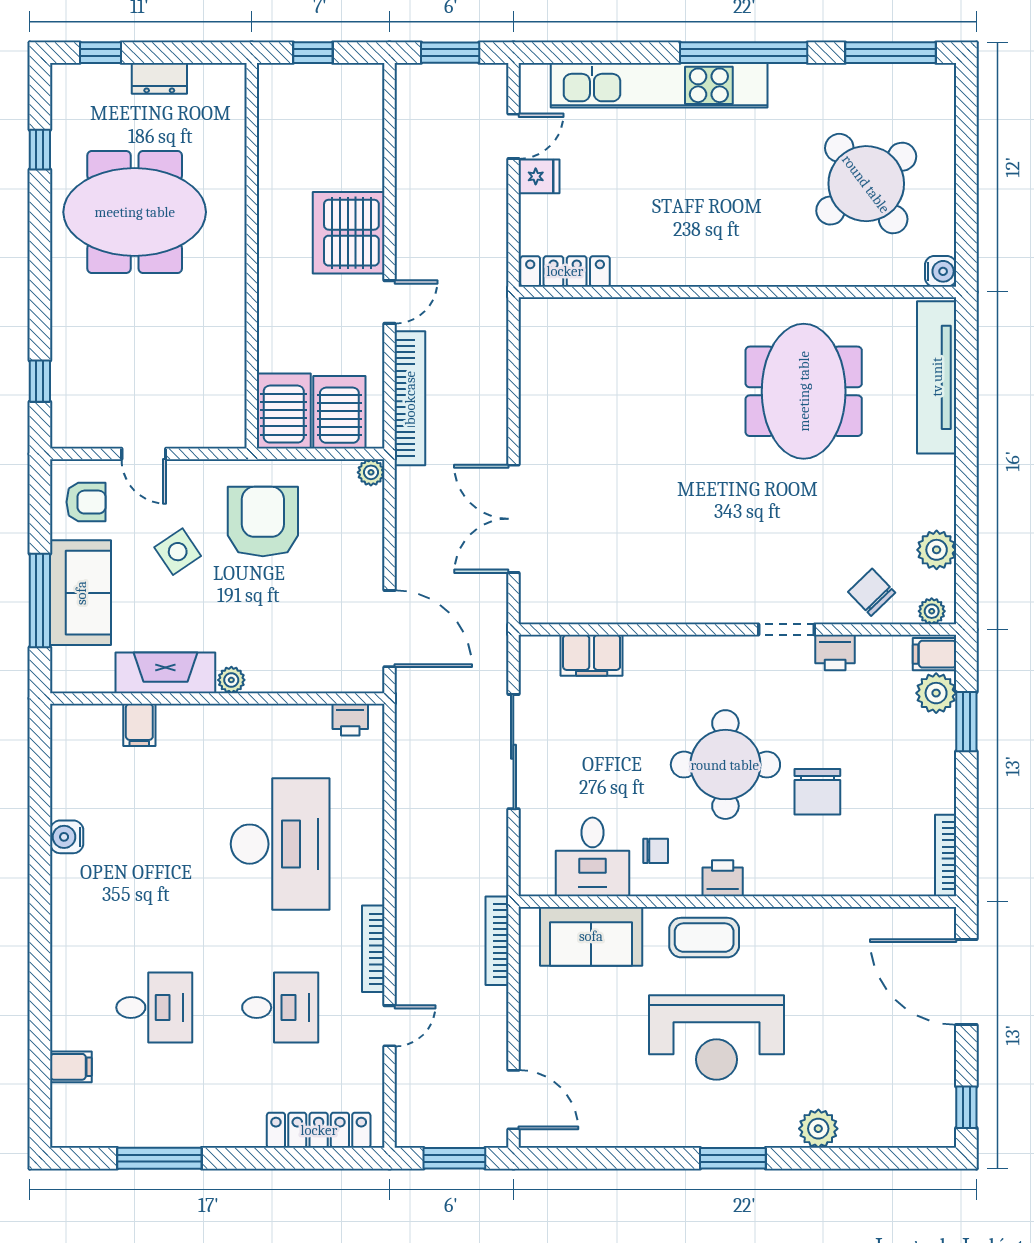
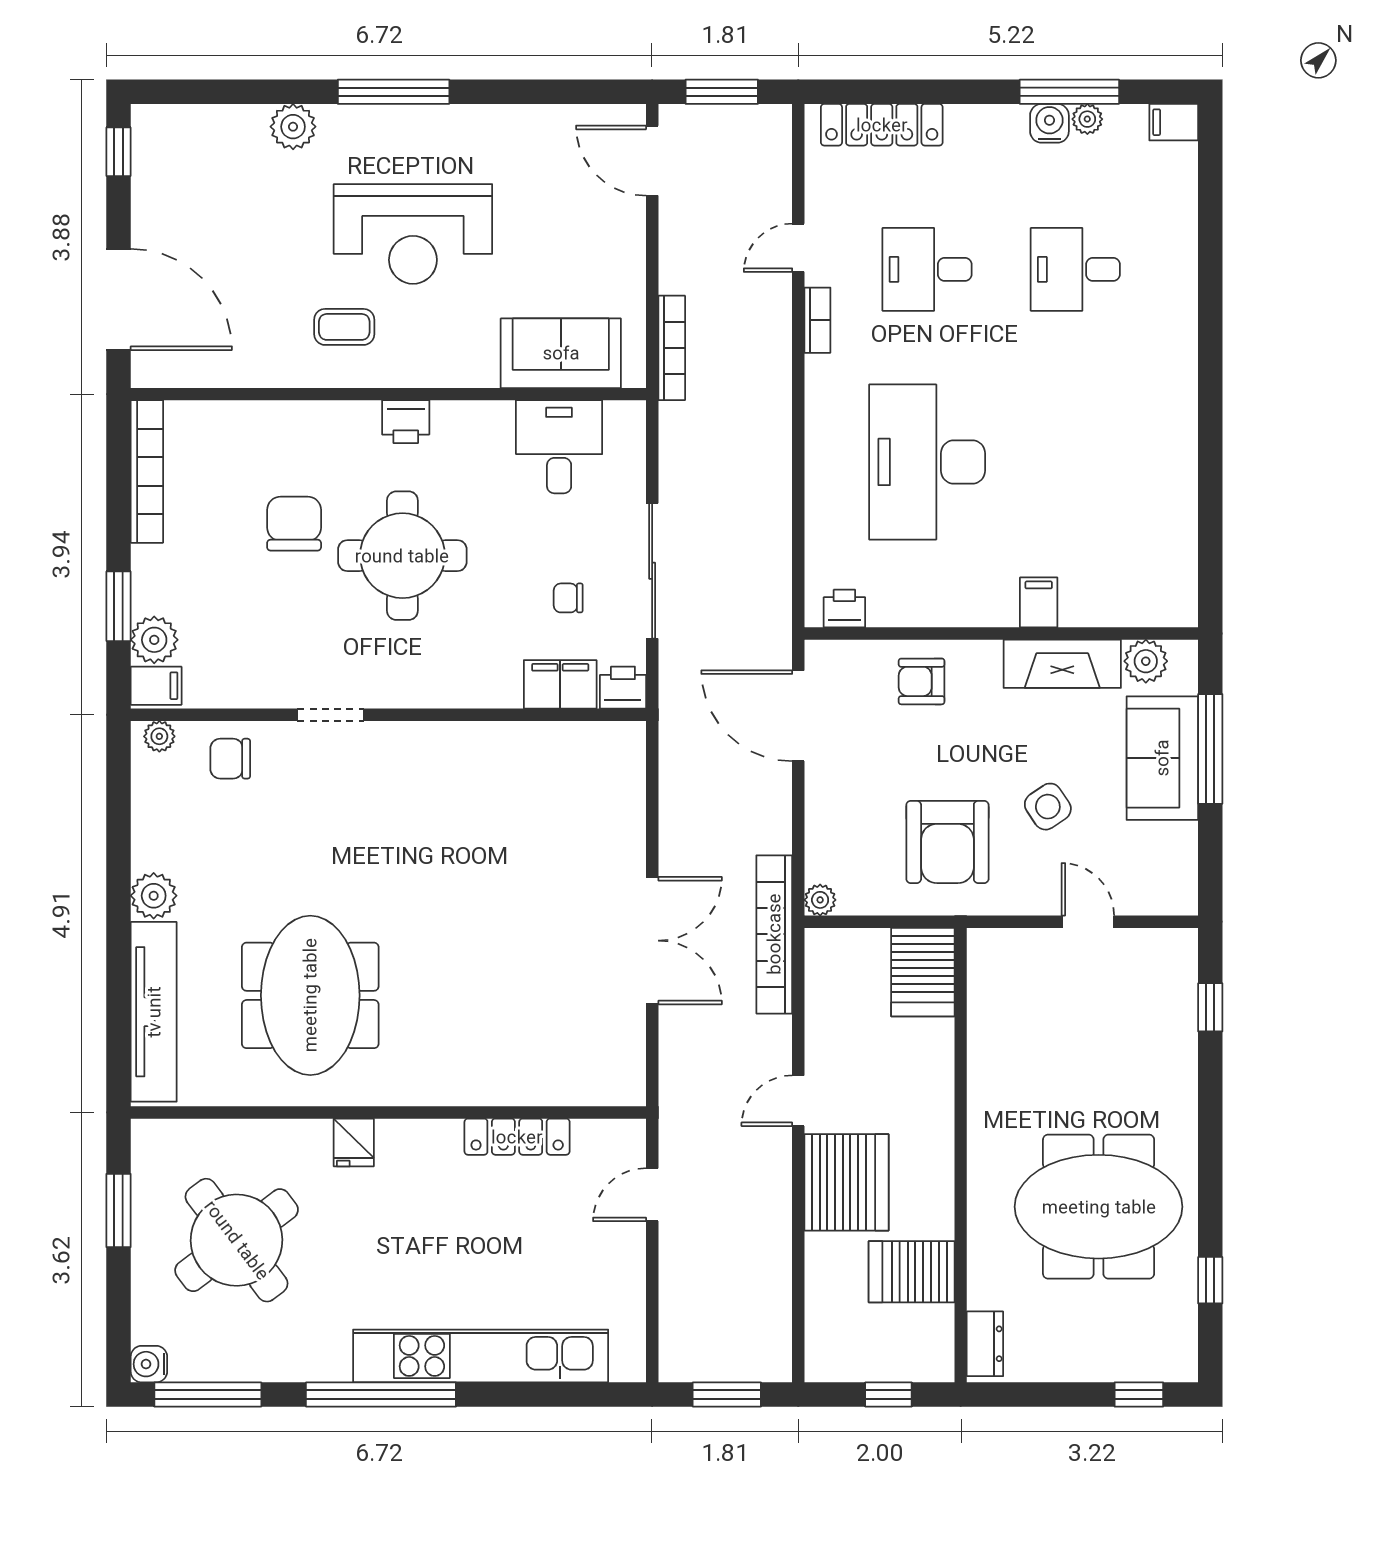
dresser: (159, 78) -> (985, 1344), moved, turned 90
door: (513, 136) -> (652, 1195), moved
fridge: (539, 176) -> (354, 1142), moved, turned -90
window: (966, 209) -> (119, 1211), added
locker: (565, 271) -> (517, 1137), moved
water cooler: (941, 271) -> (149, 1364), moved
bookcase: (410, 398) -> (774, 934), moved
server rack: (339, 412) -> (912, 1272), moved, turned 90
armchair: (86, 502) -> (922, 681), moved
double door: (513, 519) -> (652, 941), moved
plant: (937, 550) -> (154, 896), moved
chair: (872, 592) -> (230, 759), turned 134
printer: (835, 653) -> (623, 688), moved
plant: (231, 680) -> (1146, 661), moved, width x1.38, depth x1.38
filing cabinet: (139, 725) -> (1039, 602), moved
water cooler: (67, 837) -> (1049, 123), moved, turned -90
chair: (656, 851) -> (568, 598), moved
bookcase: (946, 856) -> (147, 472), width x1.48, depth x1.31
coffee table: (704, 938) -> (344, 327), moved, width x0.73, depth x0.77
bookcase: (373, 949) -> (817, 320), width x0.64
reception desk: (717, 1038) -> (413, 234), turned 180
filing cabinet: (71, 1067) -> (1174, 122), moved
plant: (144, 1135) -> (1087, 119), added
window: (733, 1158) -> (394, 92), width x1.44

